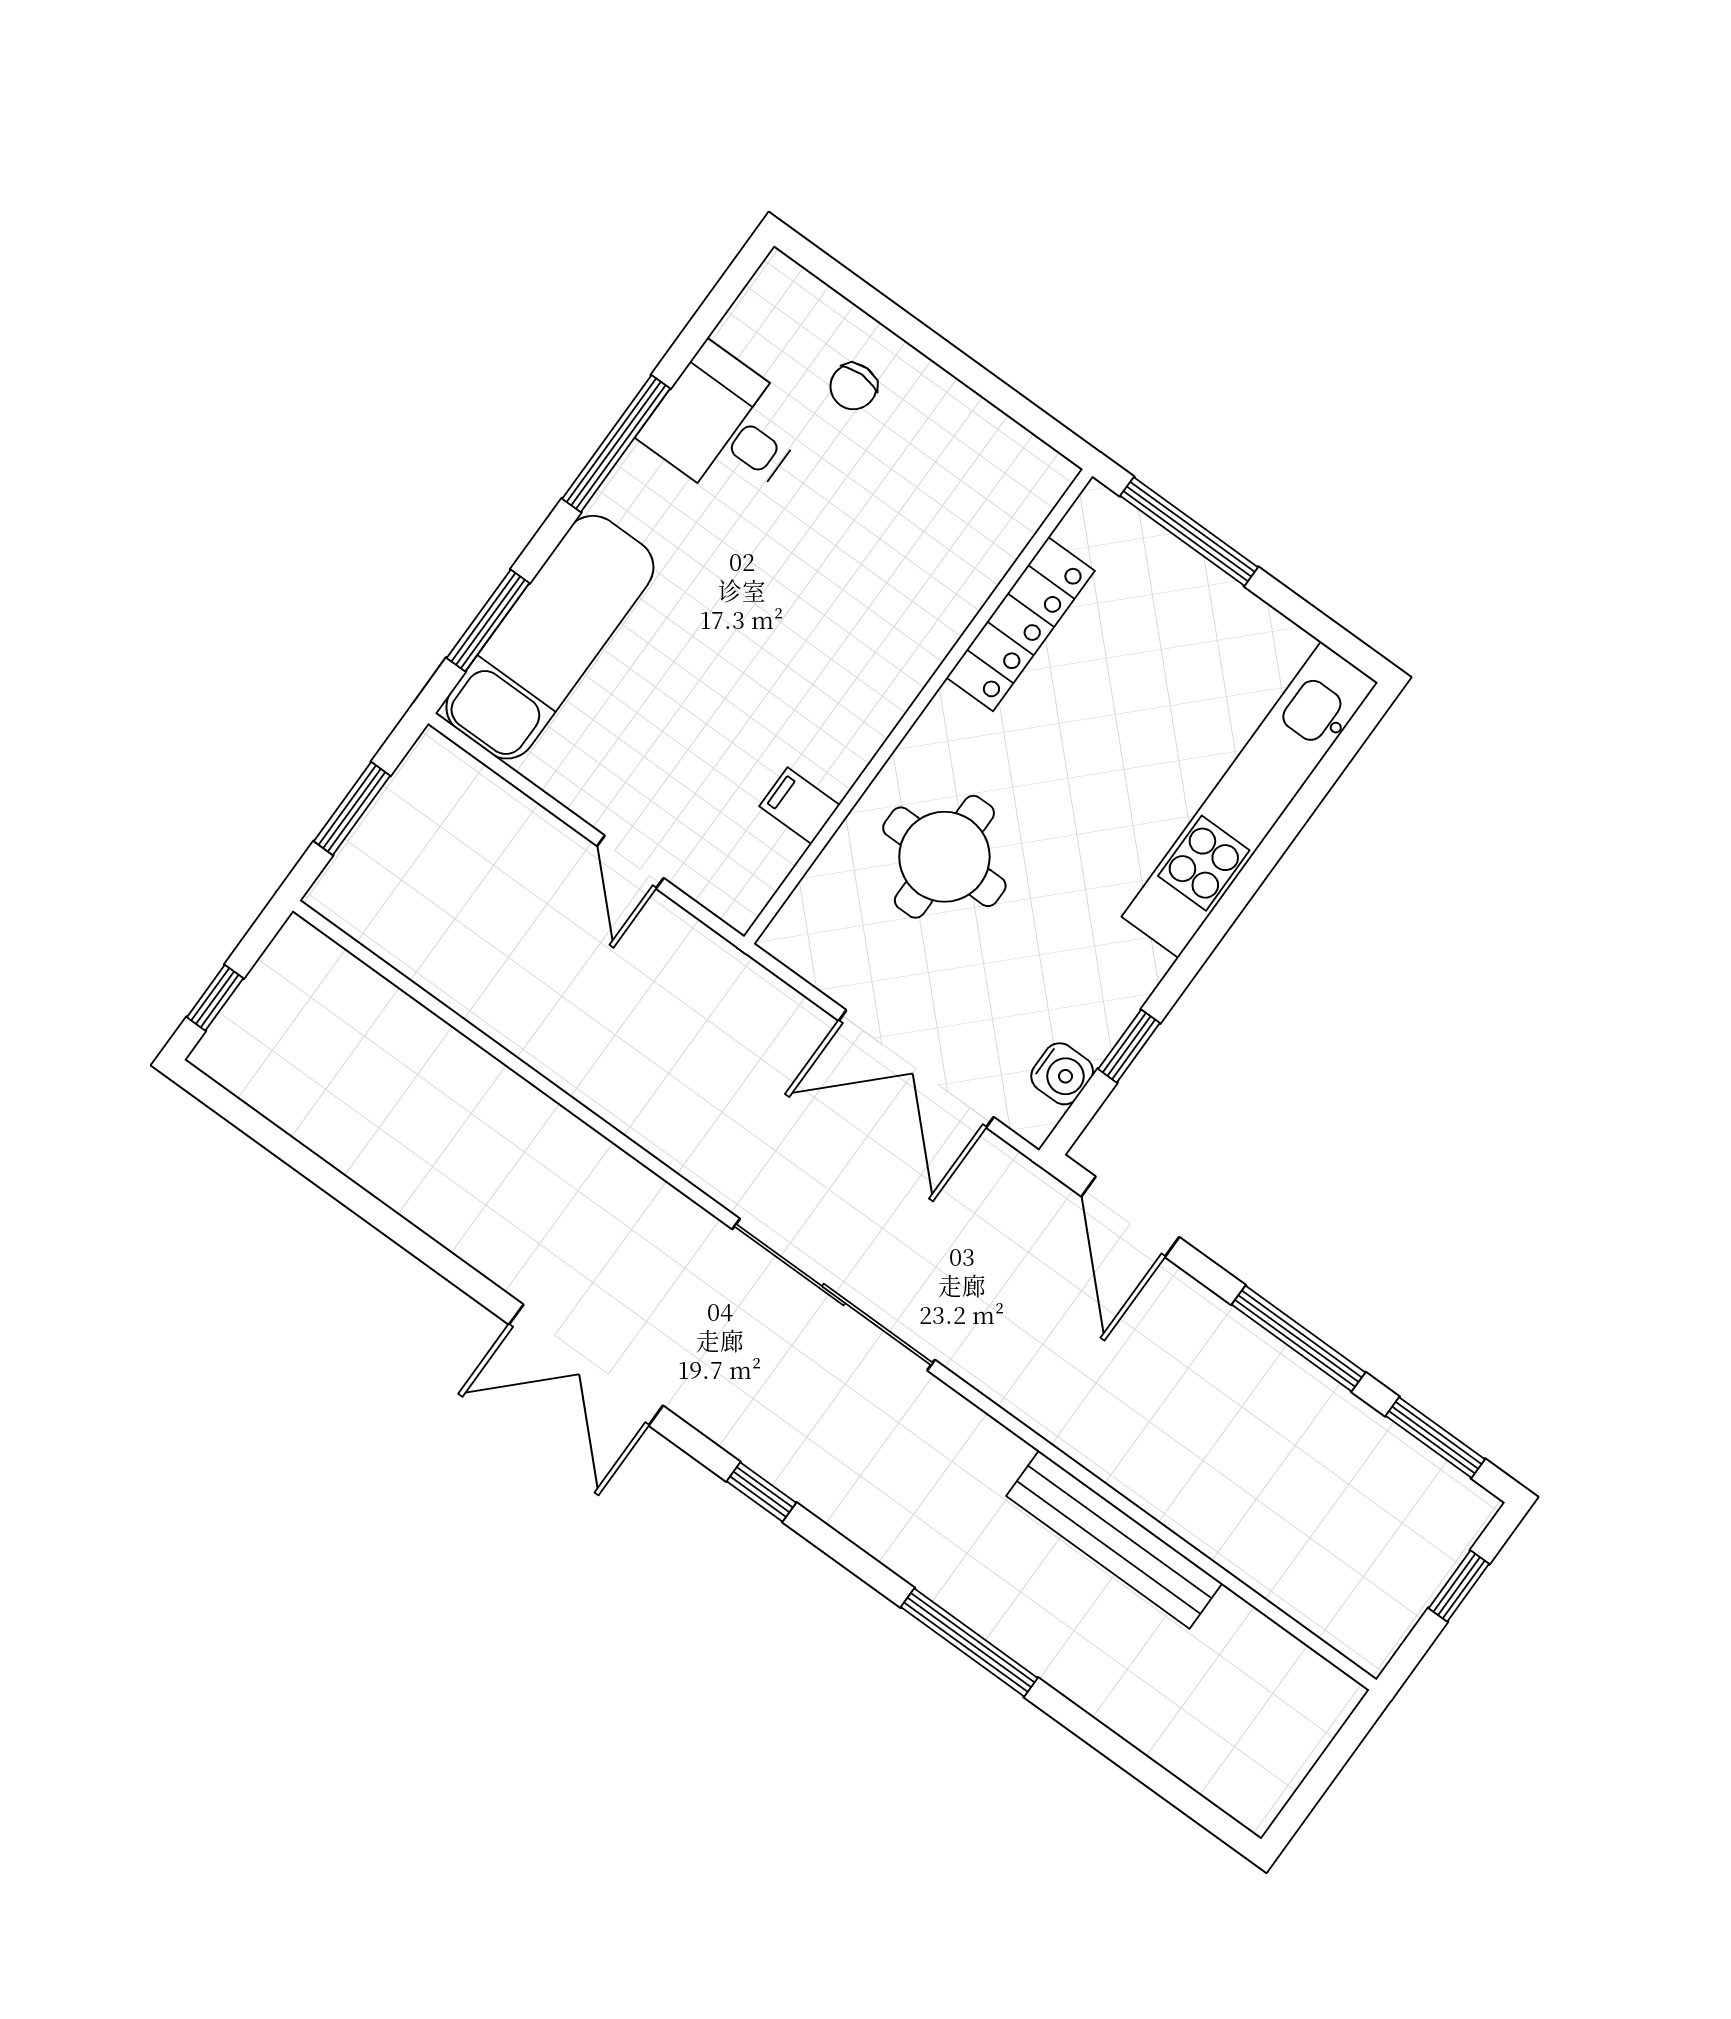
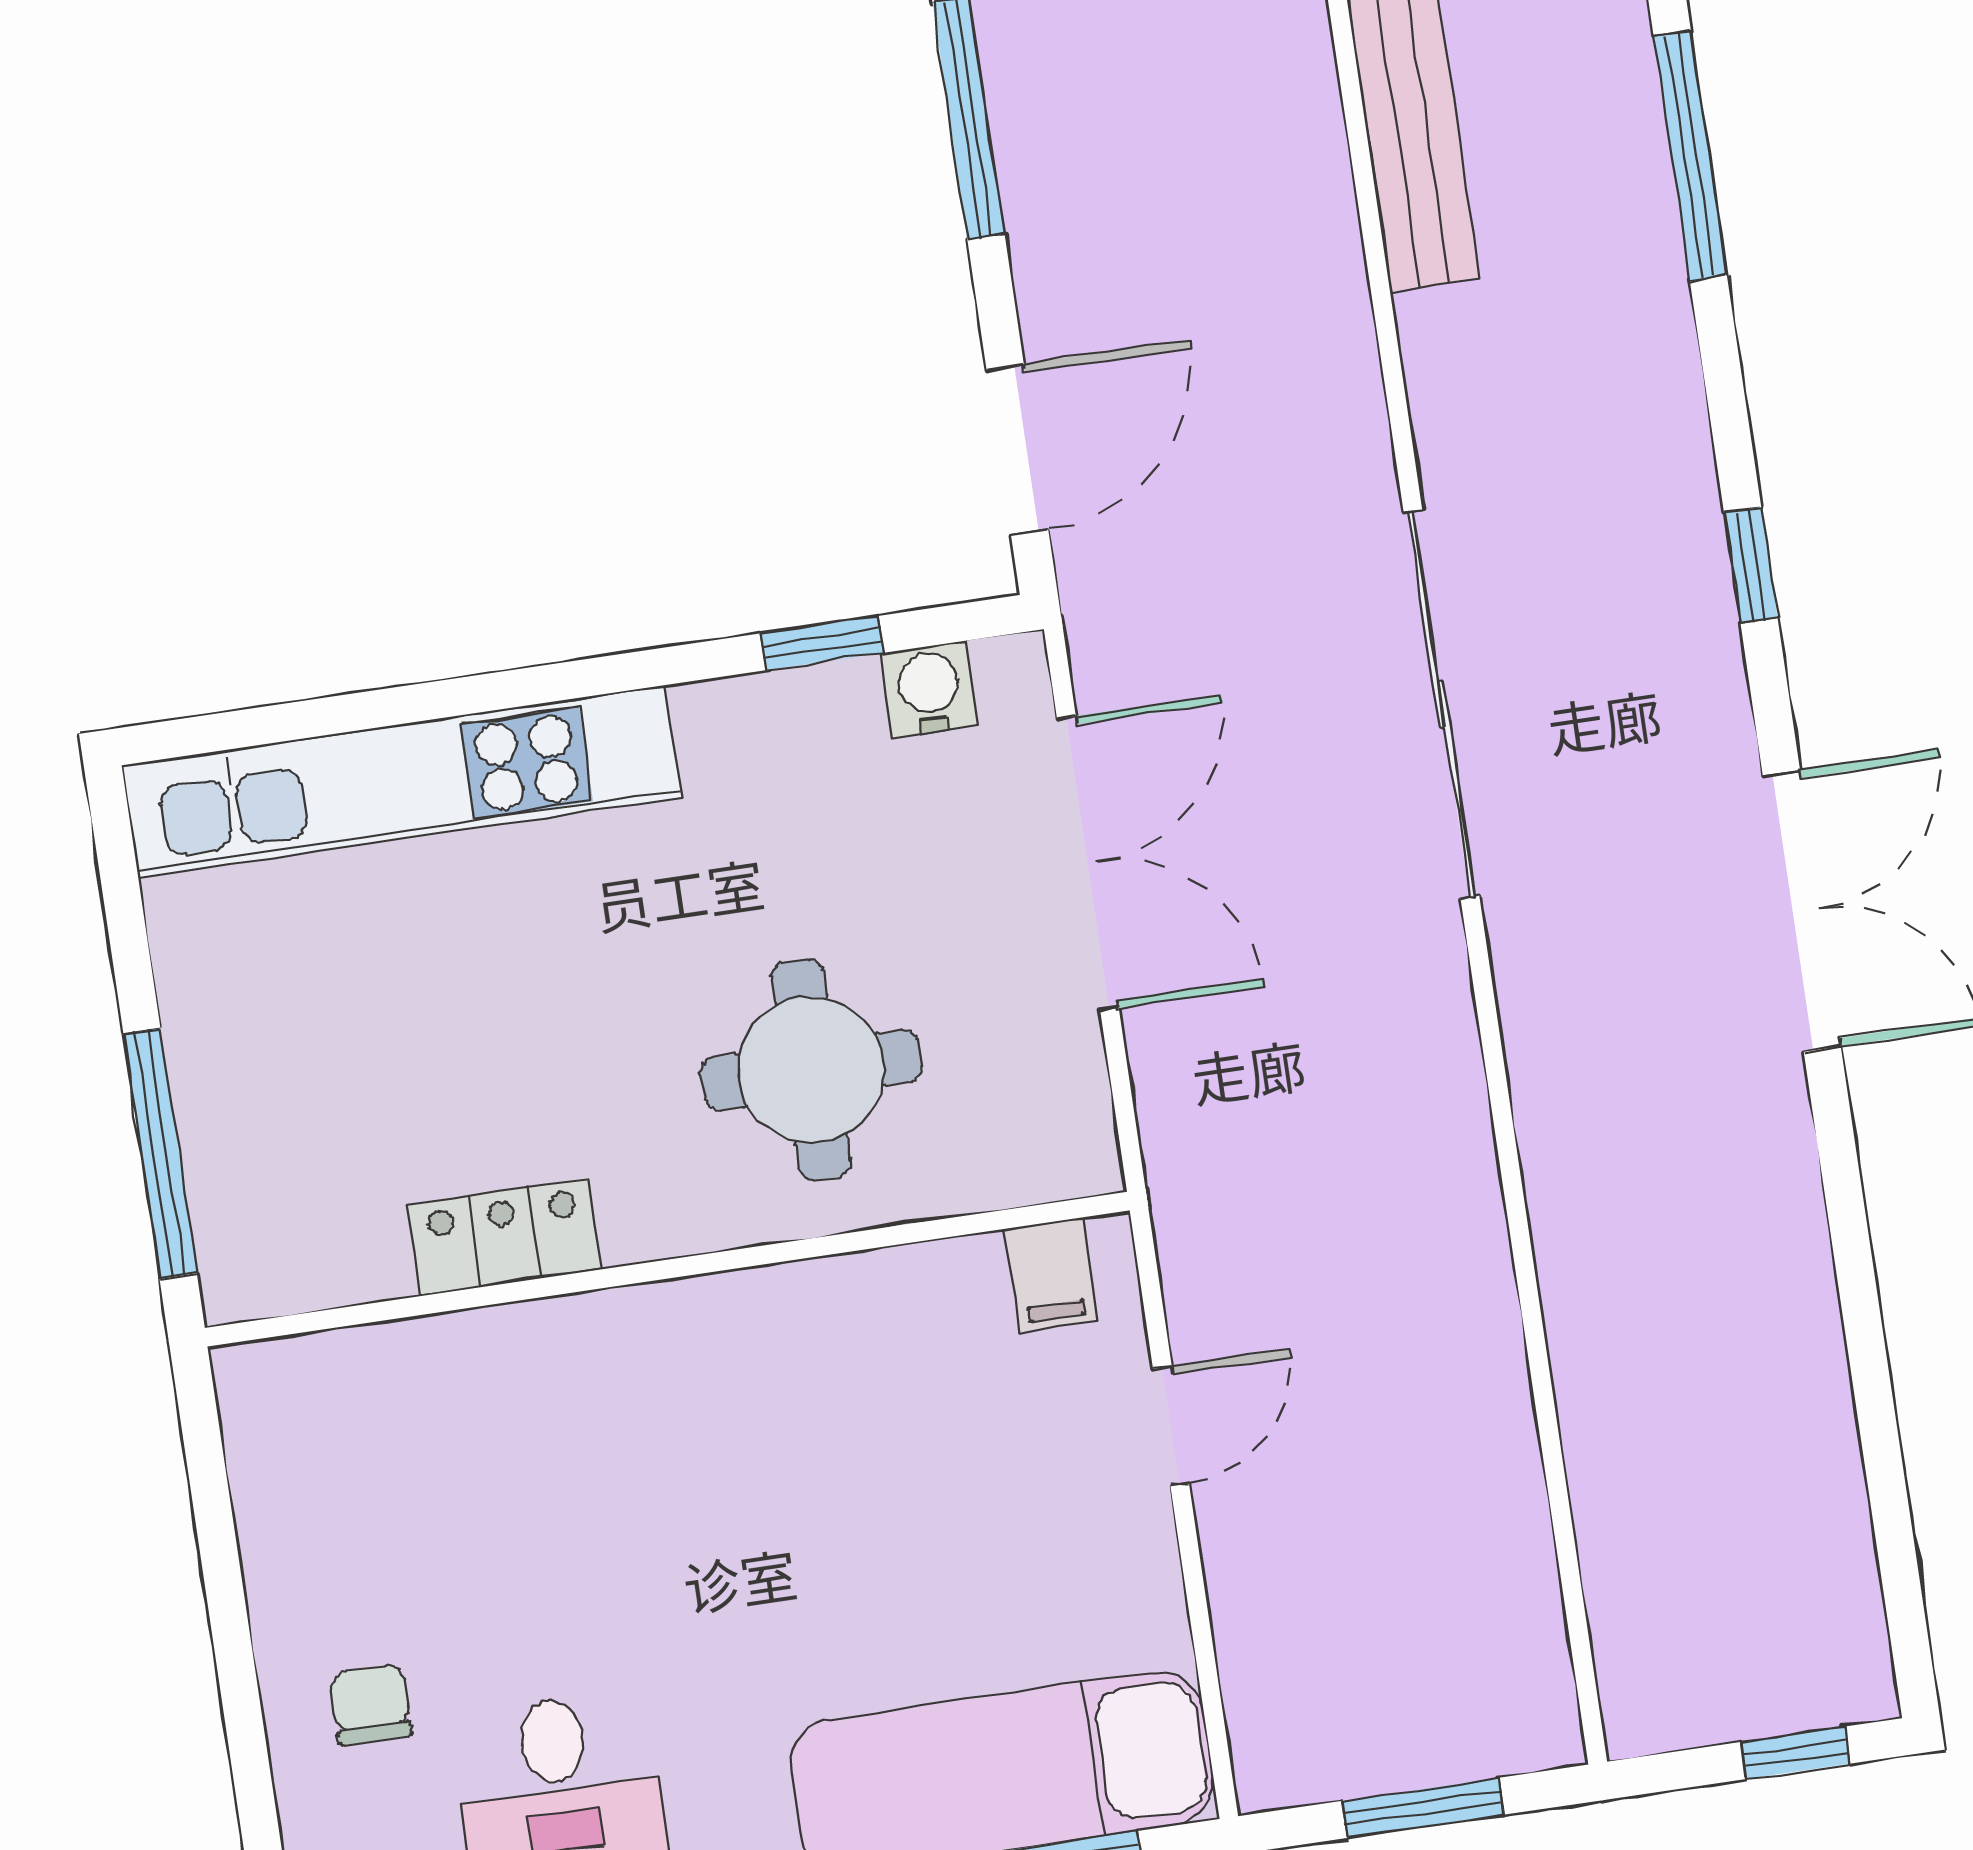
chair: (853, 387) -> (371, 1704), turned -90
locker: (1021, 624) -> (505, 1237), width x0.66
filing cabinet: (799, 806) -> (1051, 1274), moved

